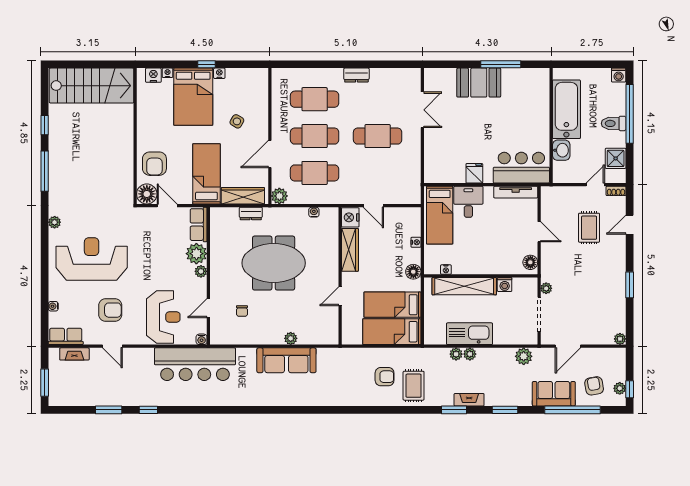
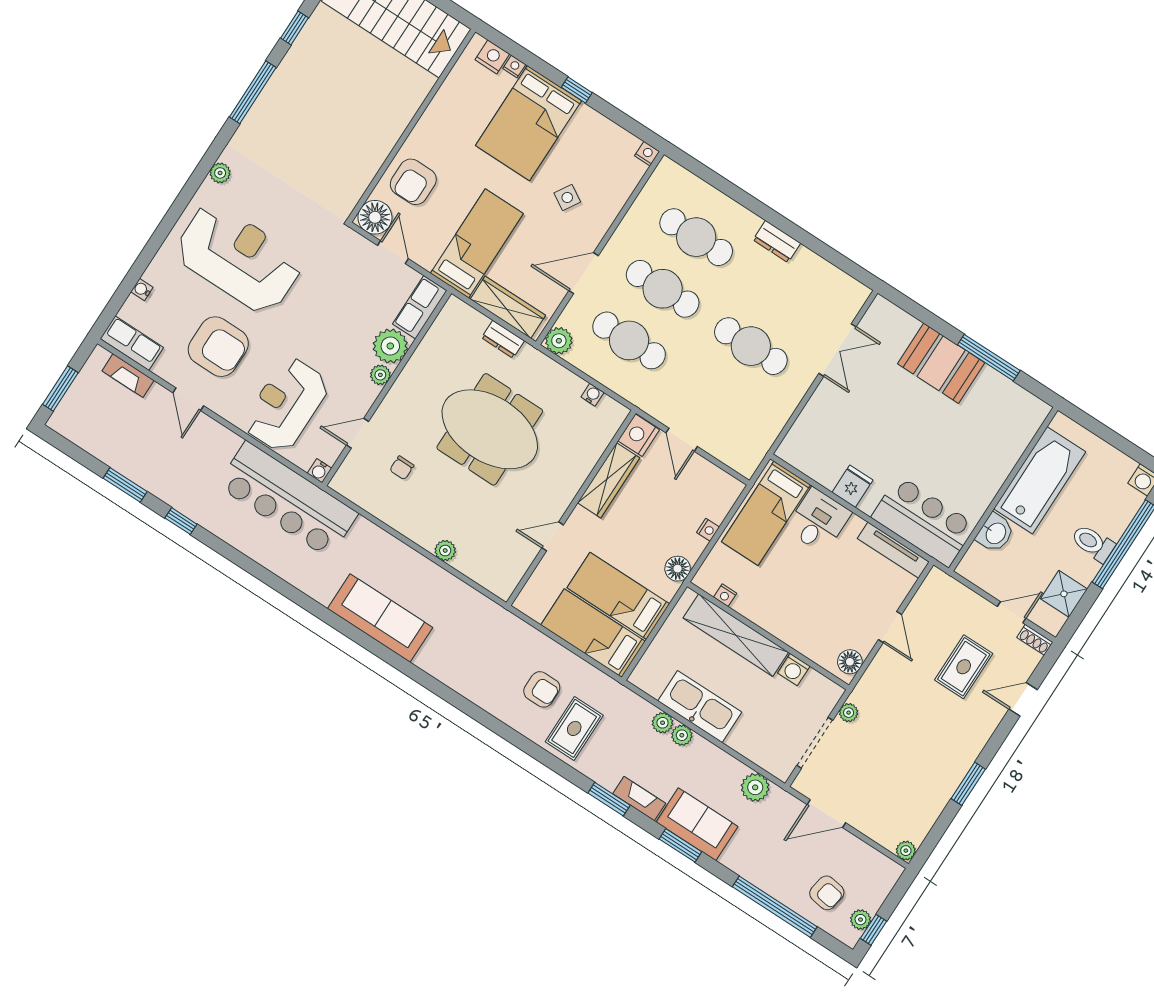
nightstand: (219, 73) -> (647, 154), moved
armchair: (110, 310) -> (218, 347), width x1.36, depth x1.36
reception desk: (163, 317) -> (286, 405), turned 180
sofa: (286, 360) -> (380, 618), moved, turned 180
armchair: (594, 386) -> (827, 893), turned 109
sofa: (554, 394) -> (697, 824), moved

